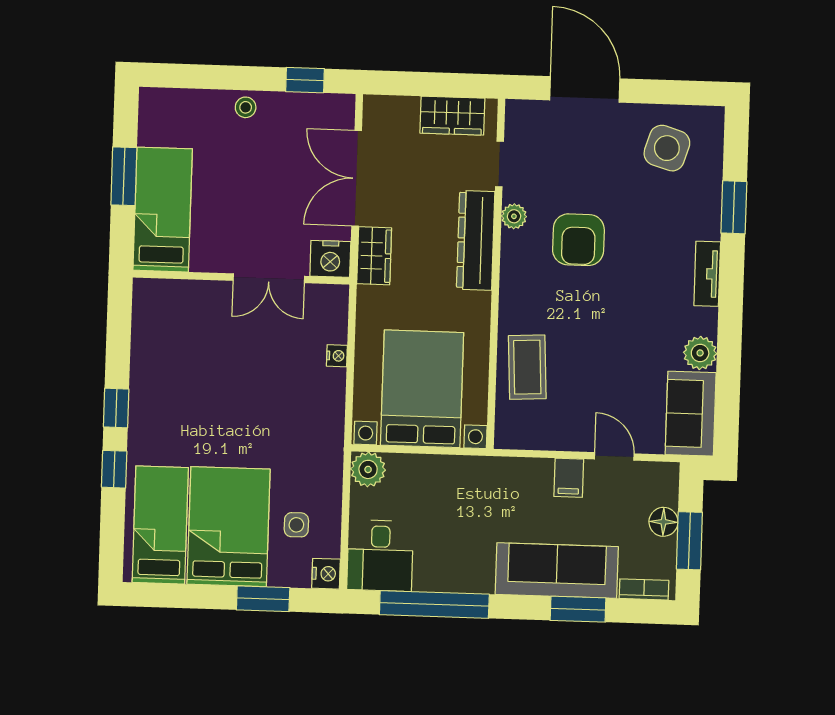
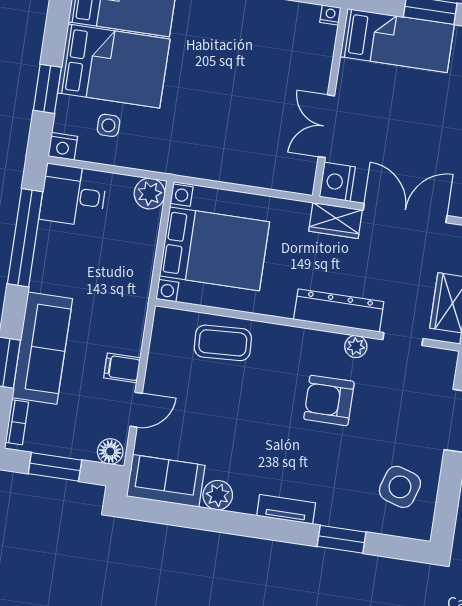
nightstand: (337, 356) -> (330, 15), moved, turned 180
floor lamp: (663, 522) -> (110, 452), moved

